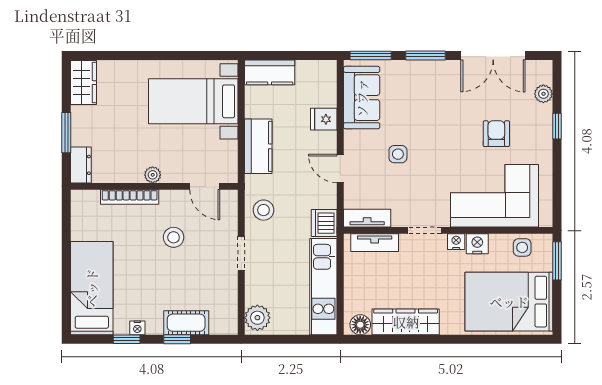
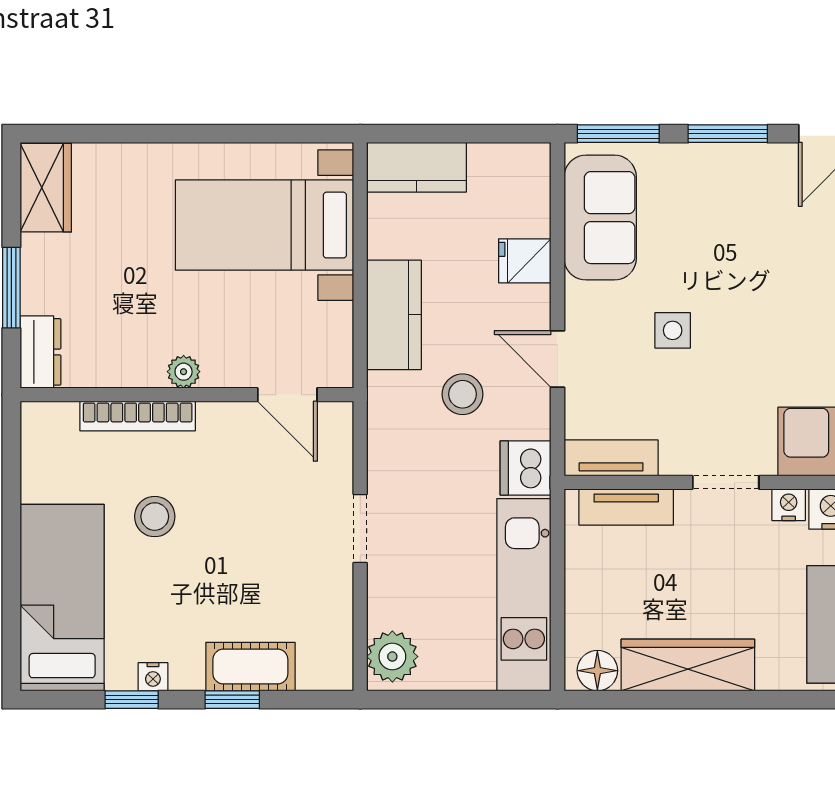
stool: (264, 210) -> (463, 394), moved
stool: (174, 237) -> (155, 517), moved

